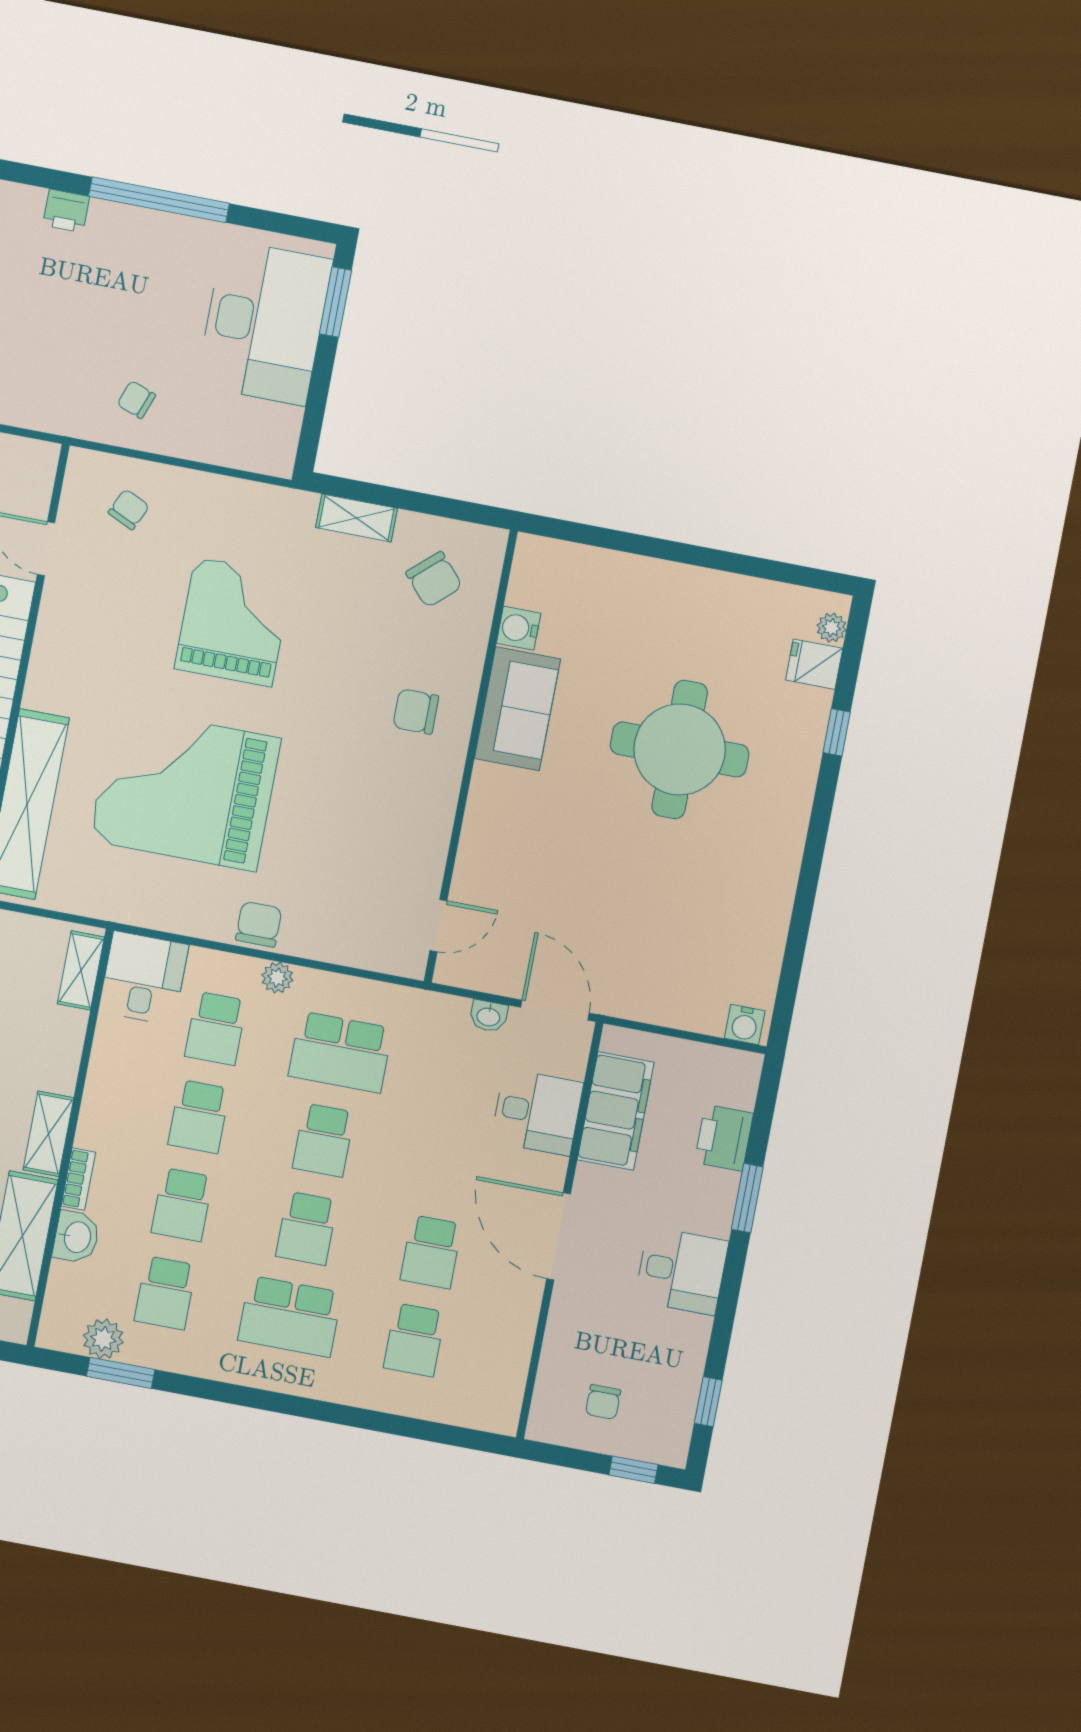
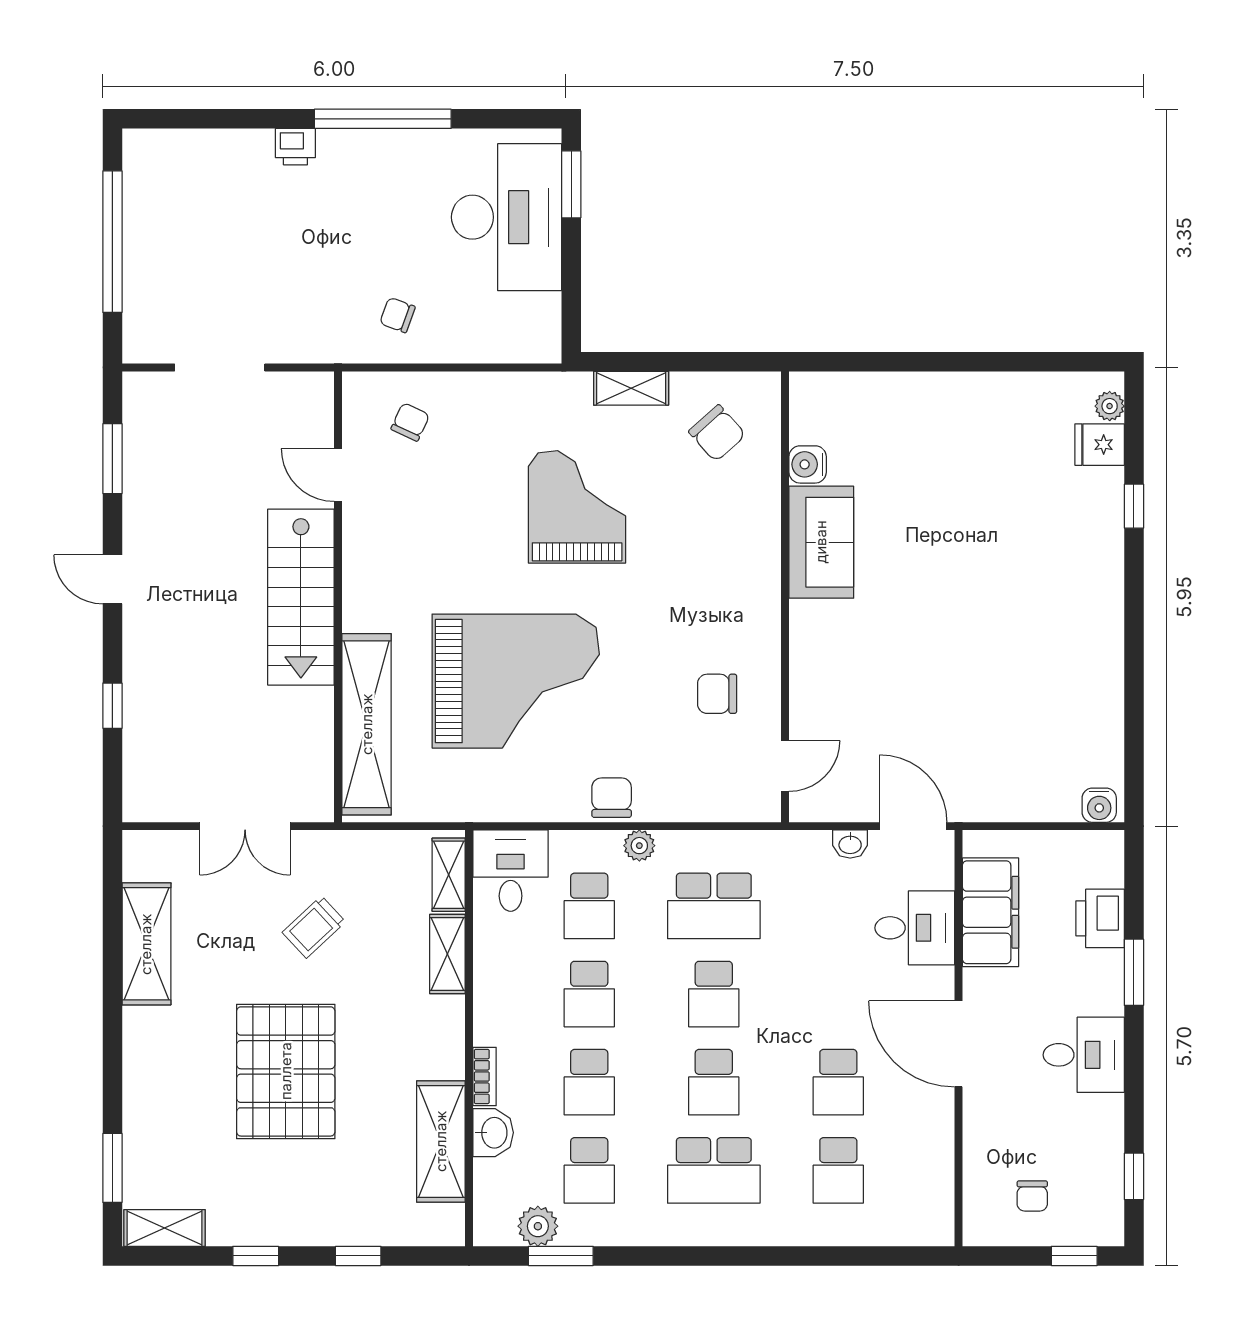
grand piano: (233, 622) -> (577, 507), moved
chair: (416, 711) -> (717, 694), moved
round table: (680, 749) -> (985, 552), removed
grand piano: (185, 789) -> (516, 681), turned 180
shelving: (48, 1134) -> (447, 954), moved

